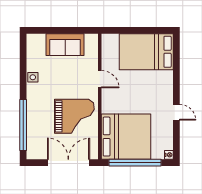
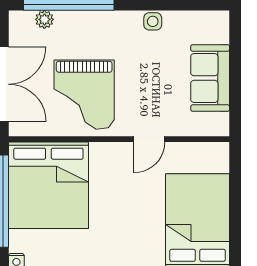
plant: (32, 139) -> (44, 19), added

